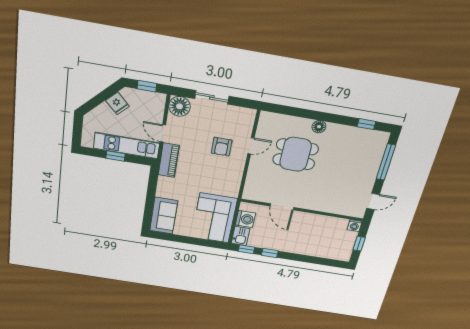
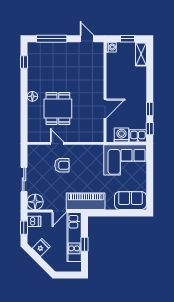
dishwasher: (154, 100) -> (34, 221), added
piano: (169, 160) -> (86, 201), width x1.37, depth x1.33
shelving: (337, 254) -> (141, 54), added

